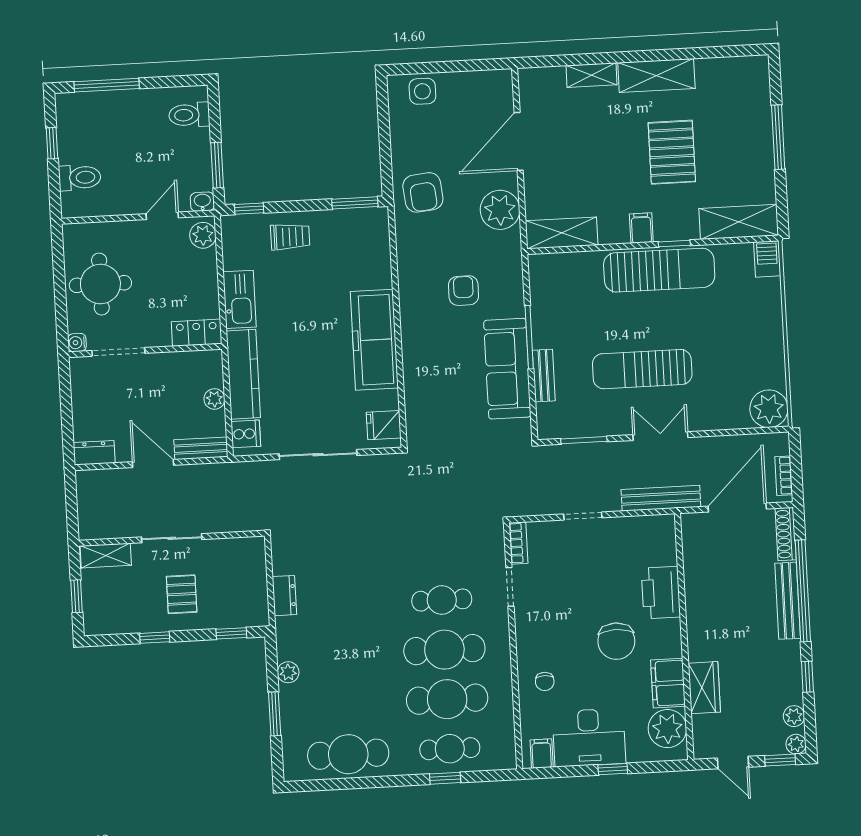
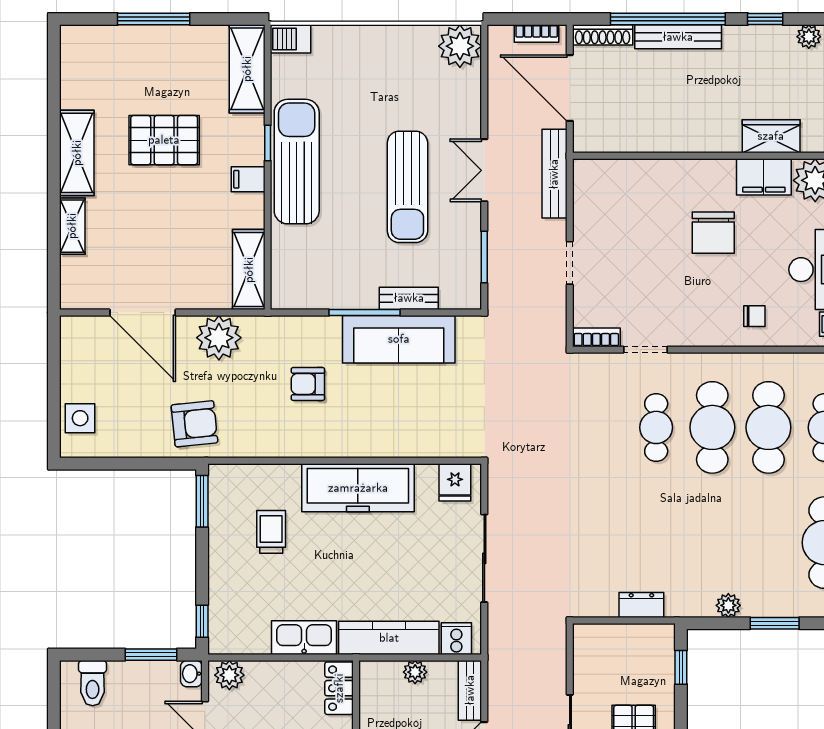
trolley: (290, 237) -> (271, 532), moved
printer: (661, 593) -> (661, 179), removed
chair: (616, 641) -> (713, 233), turned 90

